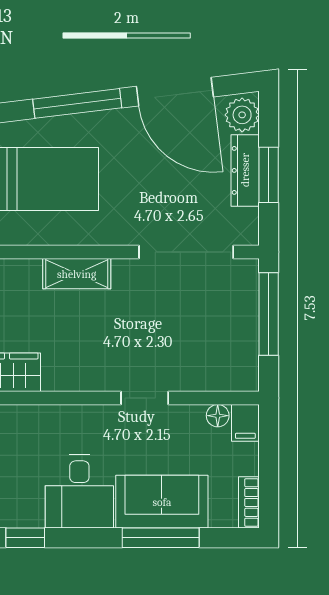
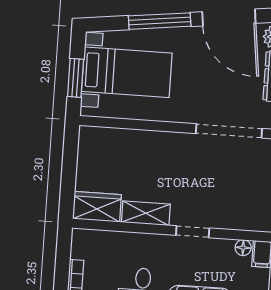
shelving: (77, 274) -> (146, 213), moved

